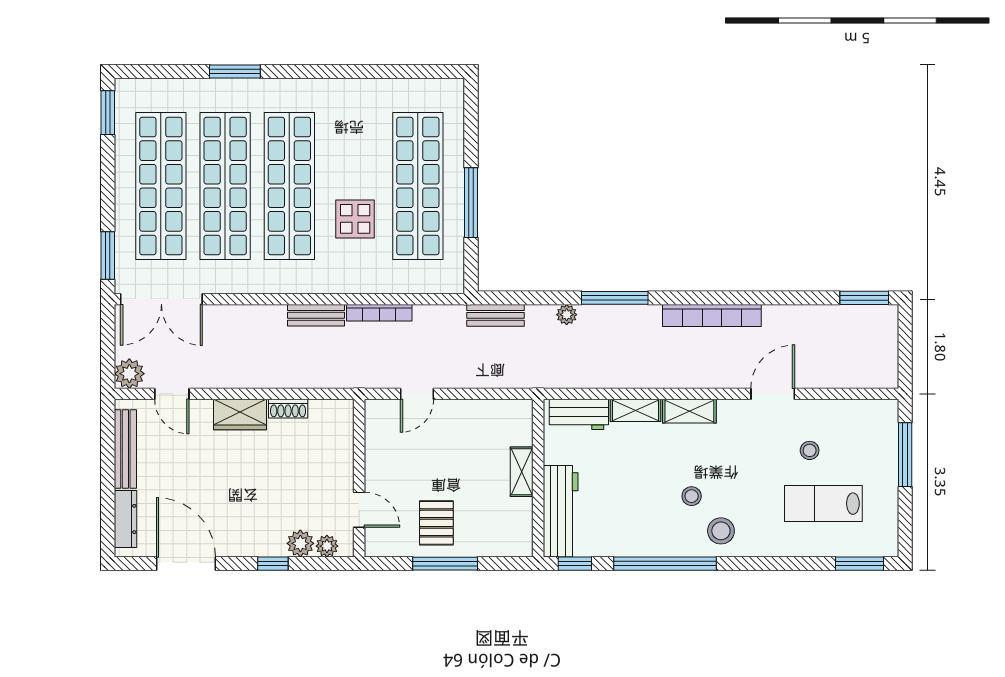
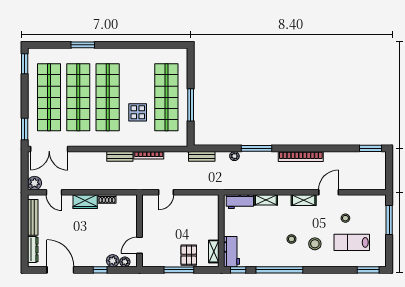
shelving: (689, 411) -> (304, 200), moved
shelving: (522, 472) -> (214, 251), moved
door: (359, 510) -> (140, 245), swing flipped
workbench: (561, 511) -> (232, 252), width x0.73
pallet: (436, 523) -> (189, 255), moved
stool: (721, 531) -> (315, 244), moved

